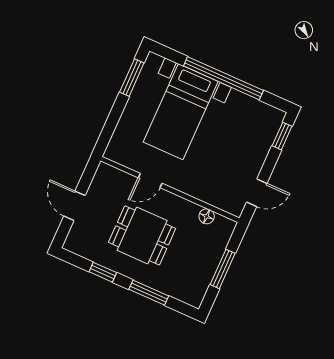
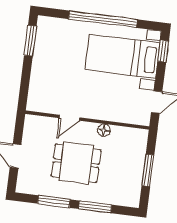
bed with nightstands: (181, 112) -> (123, 56), moved, turned 90
floor lamp: (207, 216) -> (104, 130), moved
window: (103, 272) -> (54, 202), width x1.50

